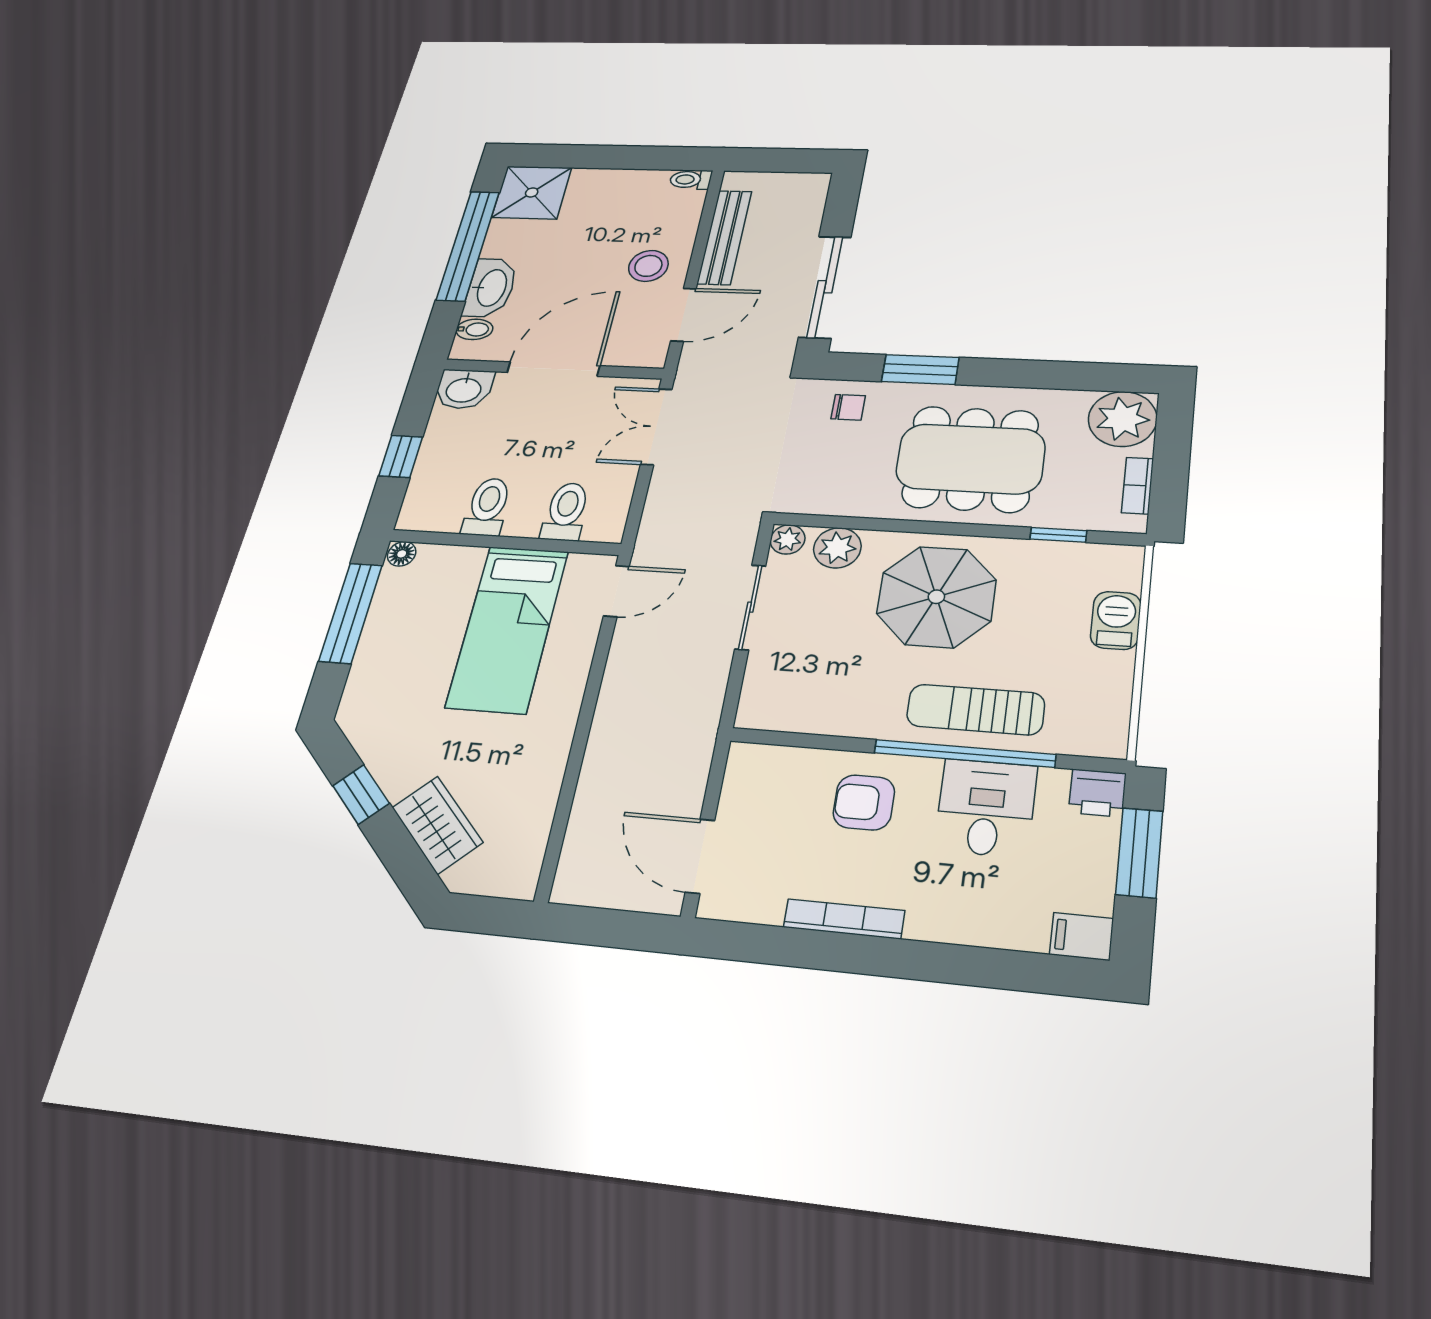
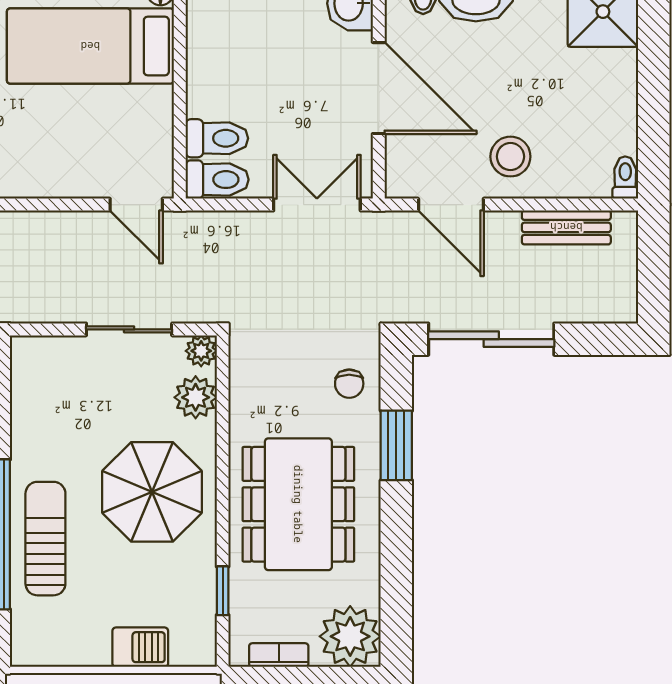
bench: (725, 237) -> (566, 227), width x0.73
toilet: (487, 507) -> (217, 180), moved
bed: (508, 628) -> (90, 46), moved

